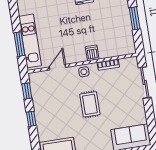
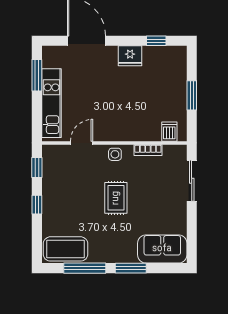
window: (19, 44) -> (37, 75), moved
dishwasher: (92, 53) -> (169, 132), moved

